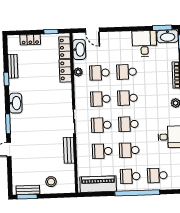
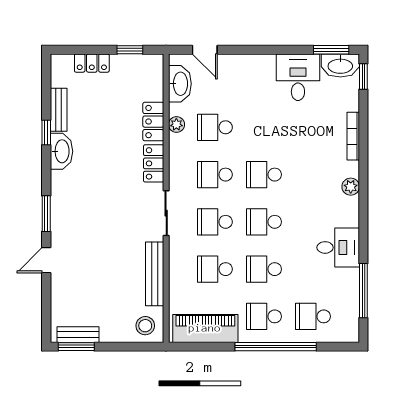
locker: (65, 48) -> (154, 163), moved
school desk: (127, 72) -> (264, 127), removed
washbasin: (16, 103) -> (61, 151), moved
bench: (69, 150) -> (155, 274), width x1.36
stool: (51, 182) -> (145, 326), moved

